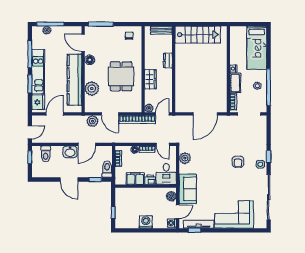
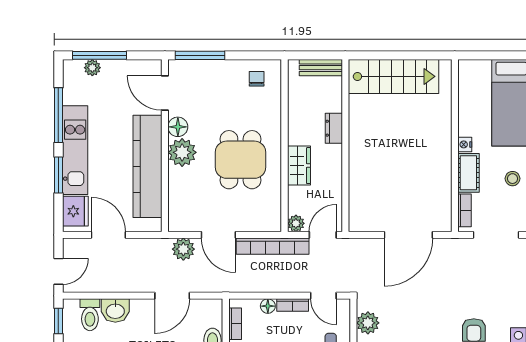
plant: (92, 89) -> (182, 152), moved
door: (55, 114) -> (108, 235), hinge flipped
washbasin: (70, 152) -> (115, 311), moved

